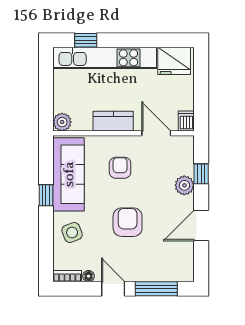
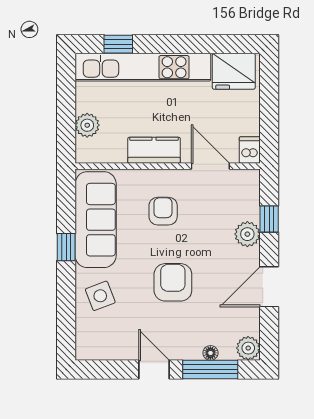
plant: (62, 122) -> (87, 125), moved
plant: (185, 272) -> (248, 348), added
bookcase: (67, 276) -> (94, 353), removed
floor lamp: (89, 276) -> (210, 353), moved

